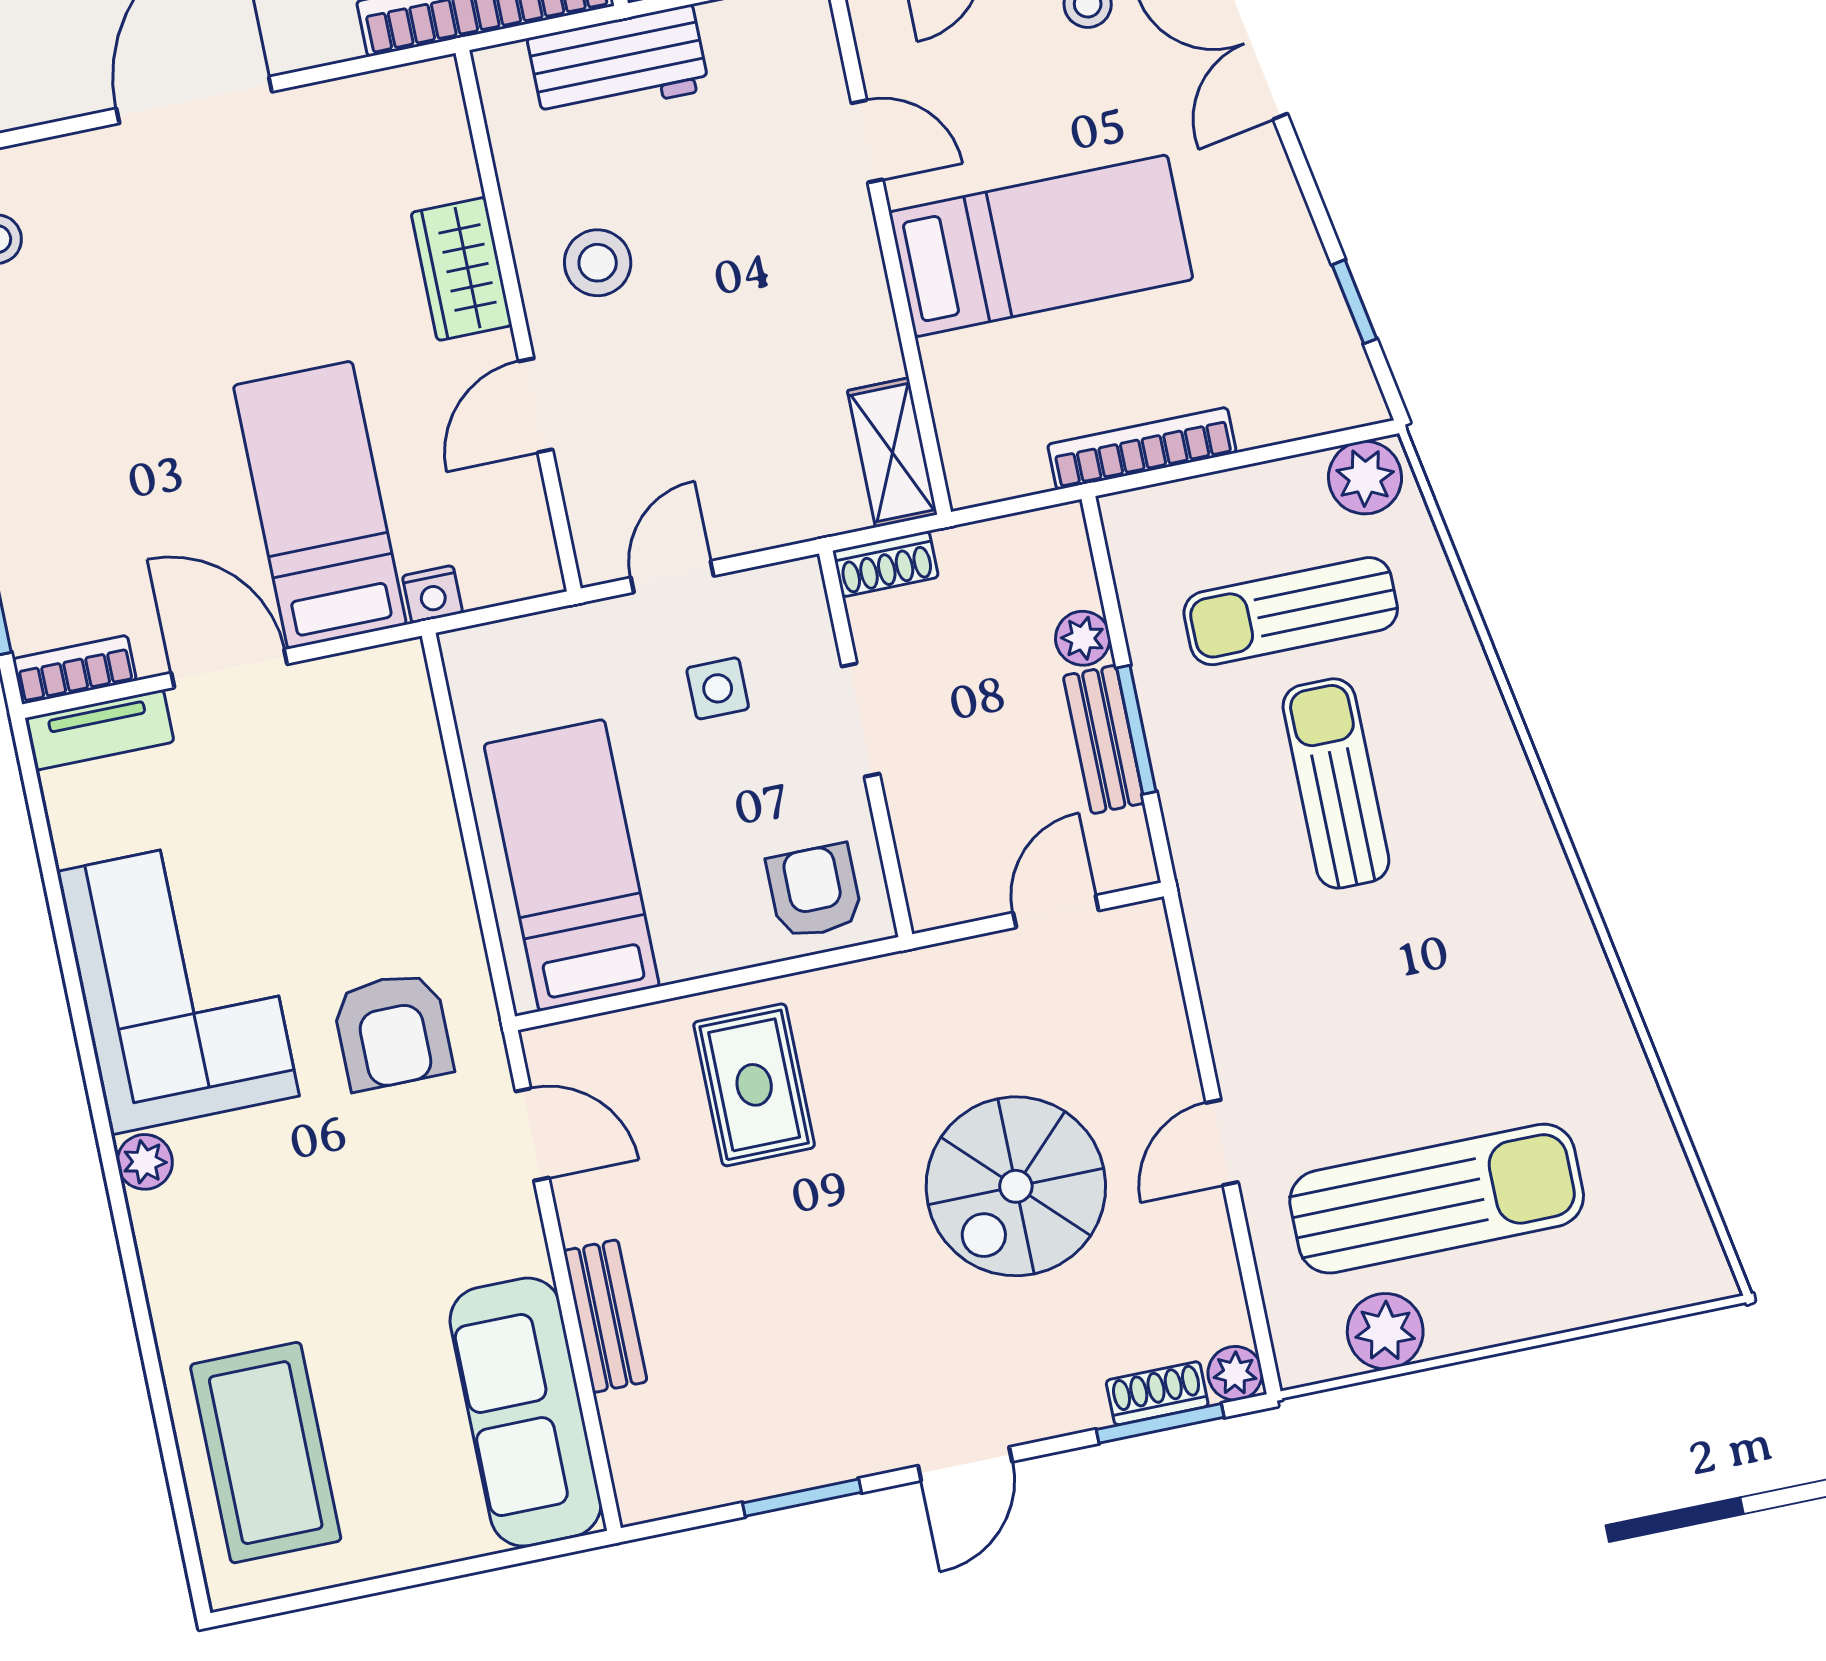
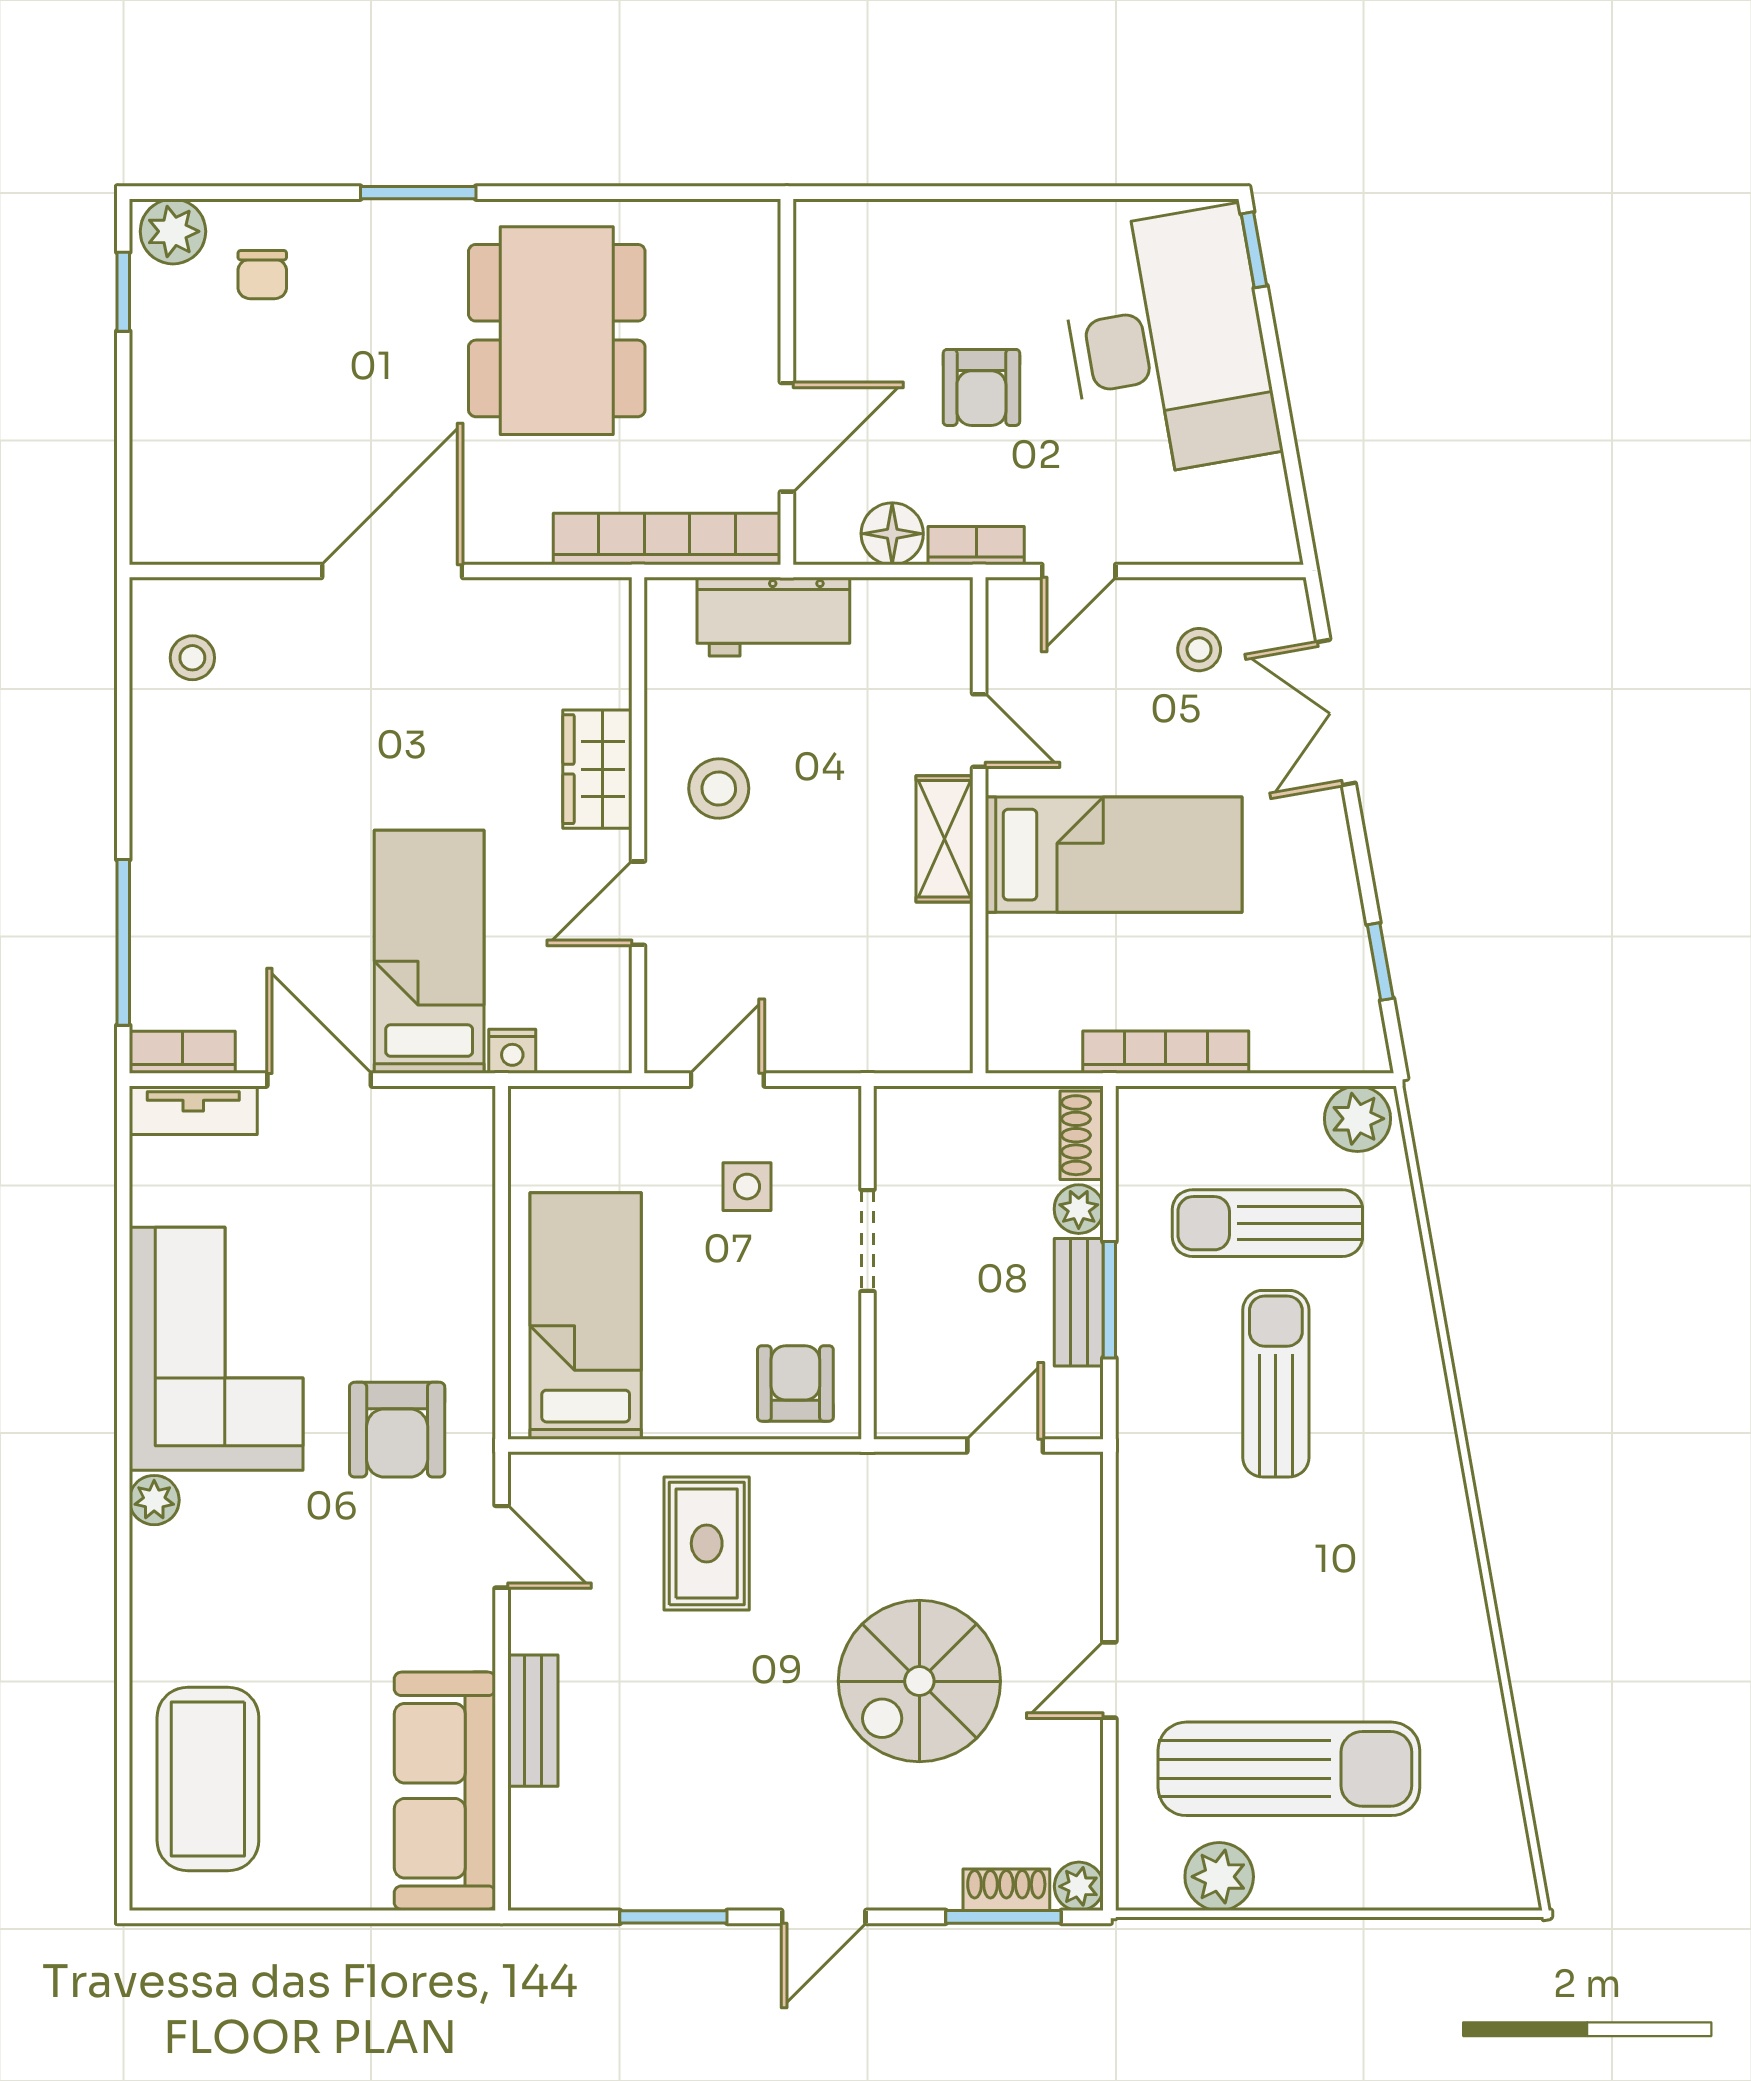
shelving: (892, 453) -> (945, 839), moved
shoe rack: (886, 564) -> (1082, 1135), moved, turned 90

